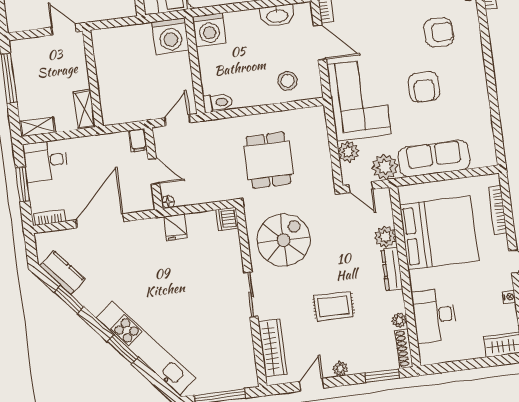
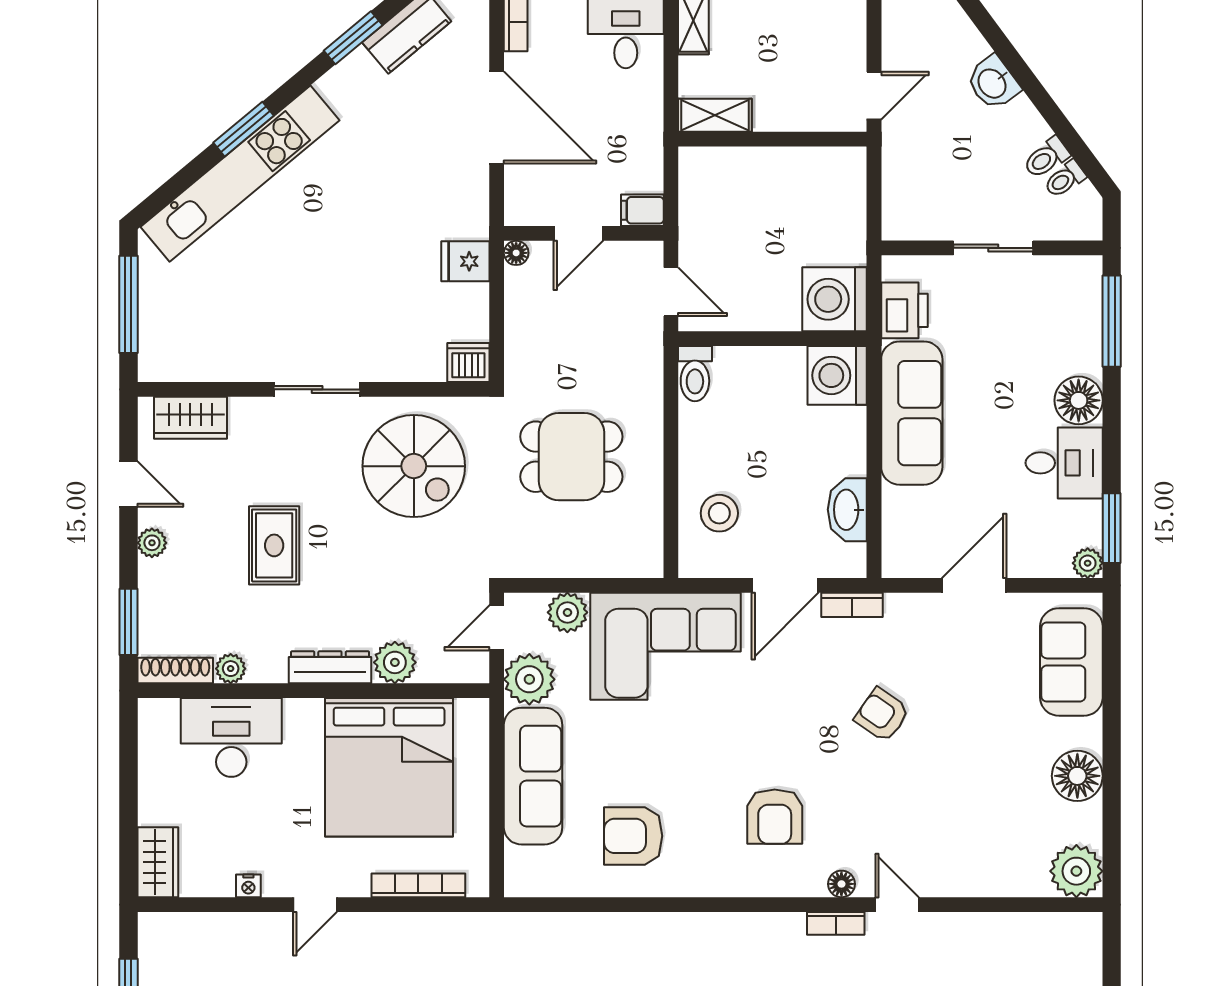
armchair: (424, 87) -> (633, 836), moved
wardrobe: (273, 348) -> (190, 418), width x0.67

